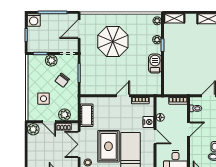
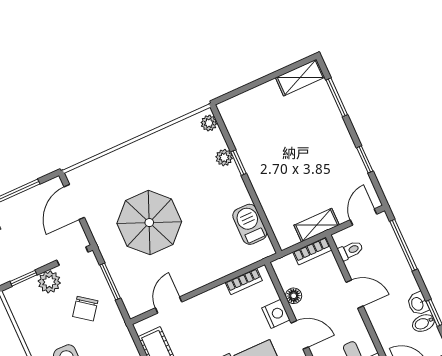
shelving: (174, 18) -> (317, 225), moved
parasol: (113, 42) -> (149, 223), moved
barbecue: (155, 64) -> (250, 224), moved
door: (123, 96) -> (169, 305), moved
door: (189, 129) -> (355, 294), hinge flipped

